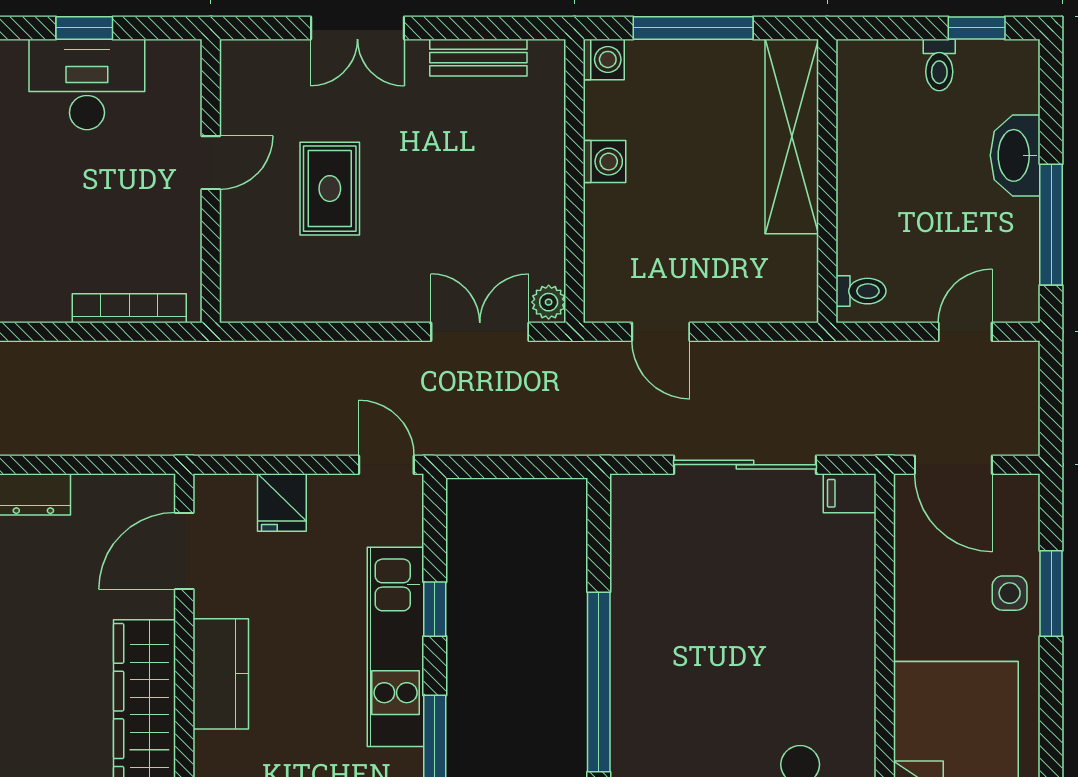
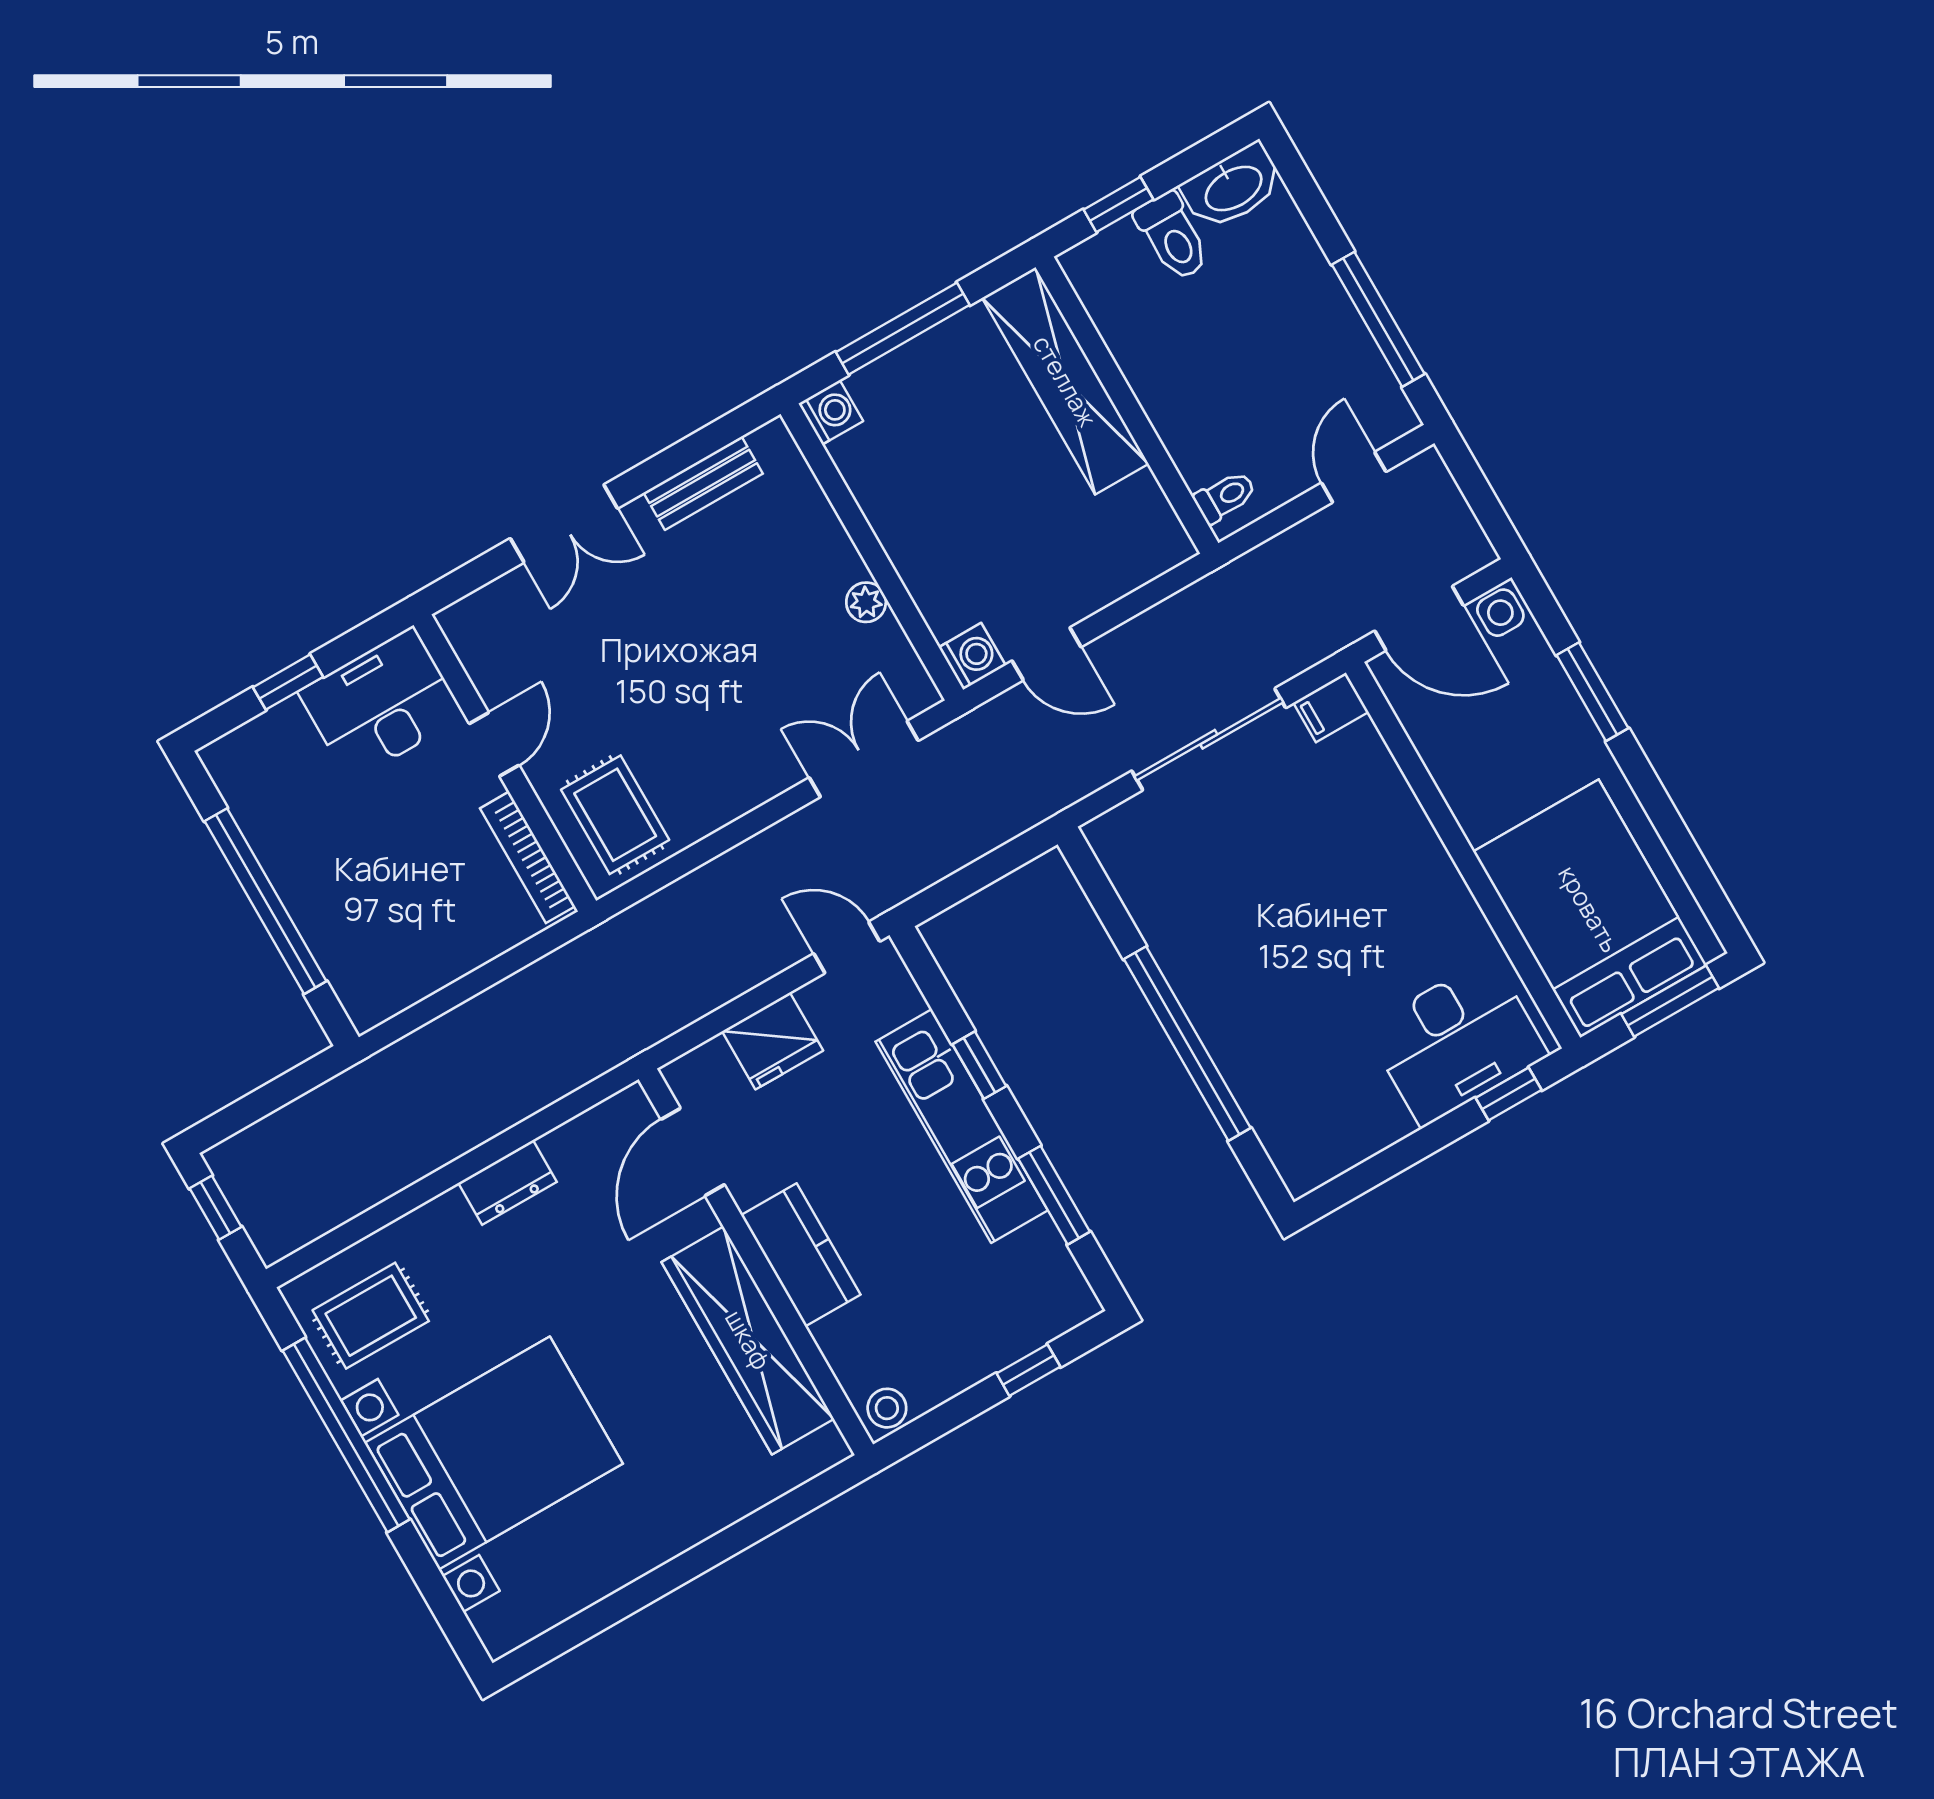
window: (977, 28) -> (1118, 205), moved
toilet: (939, 65) -> (1173, 236), width x1.37, depth x1.39
desk: (87, 84) -> (381, 704), moved
washbasin: (1015, 155) -> (1233, 187), moved, turned -90
washing machine: (604, 162) -> (972, 656), moved
rug: (330, 189) -> (615, 815), moved
plant: (549, 302) -> (866, 602), moved
bookcase: (129, 308) -> (528, 857), moved, turned -90
fridge: (282, 502) -> (773, 1041), width x1.38
side table: (1010, 593) -> (1500, 613), moved

